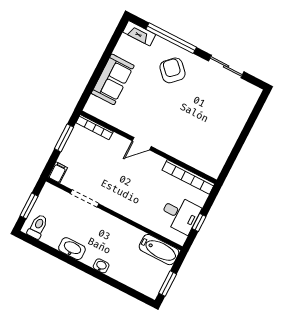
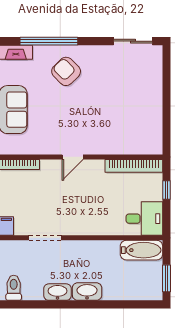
sliding door: (226, 66) -> (133, 41), moved
desk: (180, 214) -> (144, 219), moved
window: (199, 222) -> (166, 190), moved
washbasin: (101, 266) -> (87, 292), width x1.91, depth x1.45

